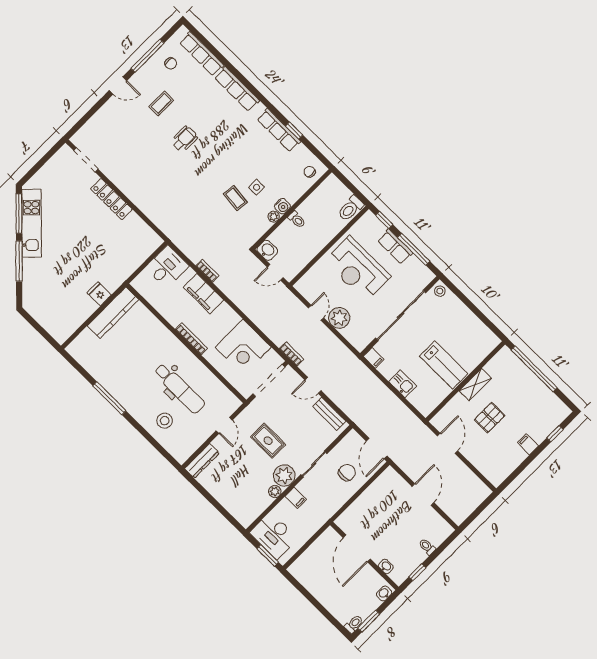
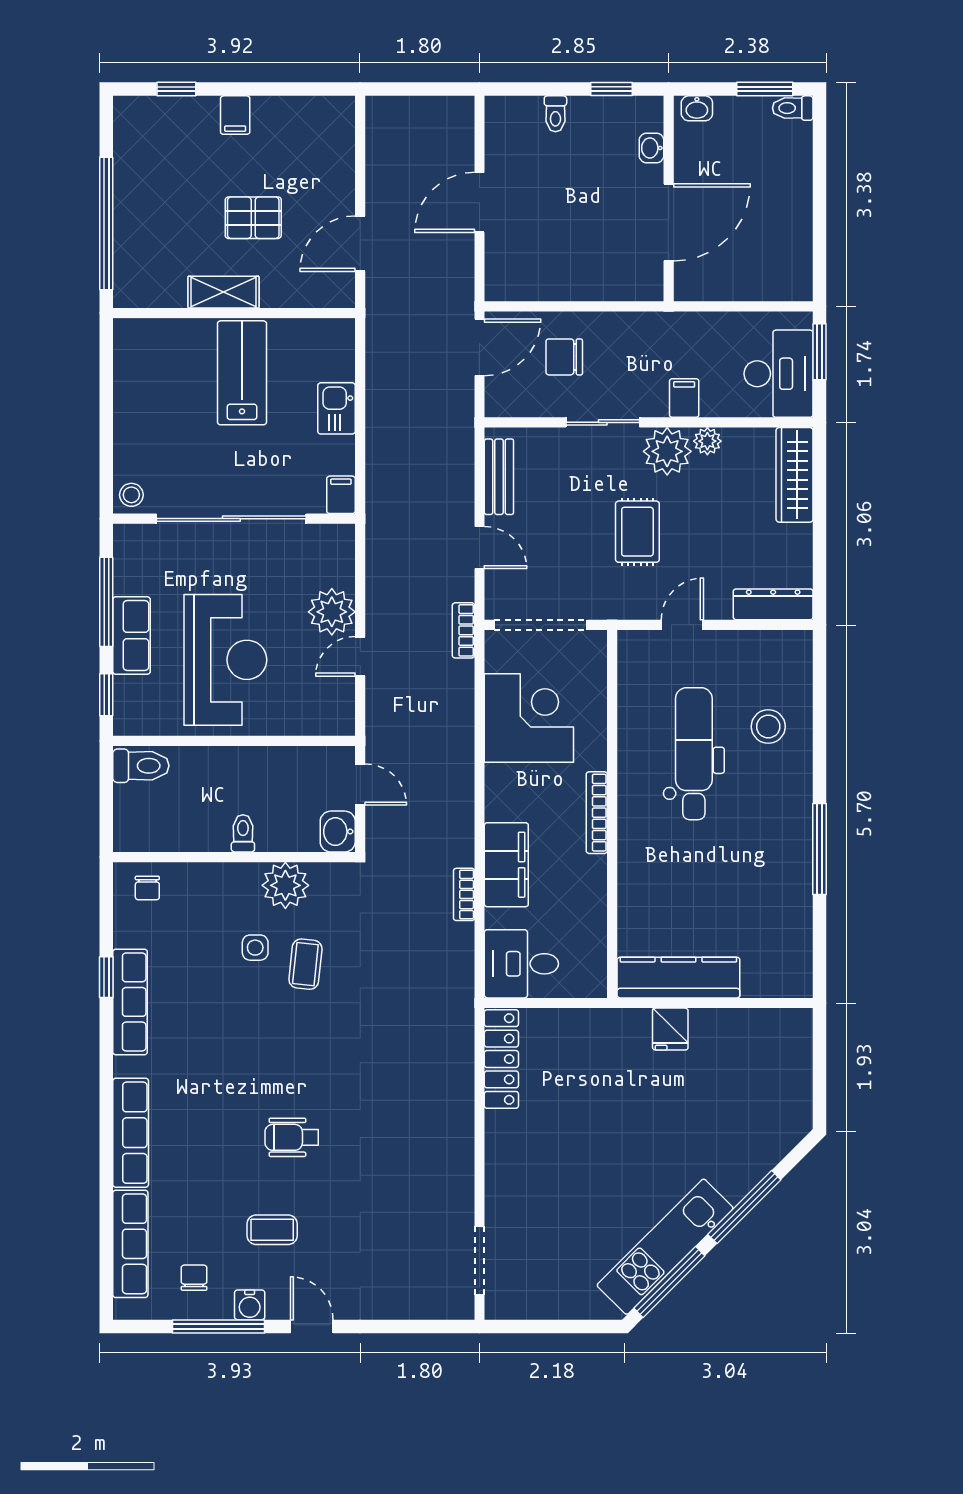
locker: (111, 199) -> (501, 1059), moved
water cooler: (282, 206) -> (250, 1305), moved, turned 180
plant: (274, 217) -> (285, 885), width x1.87, depth x1.87
wardrobe: (236, 509) -> (795, 475), added

